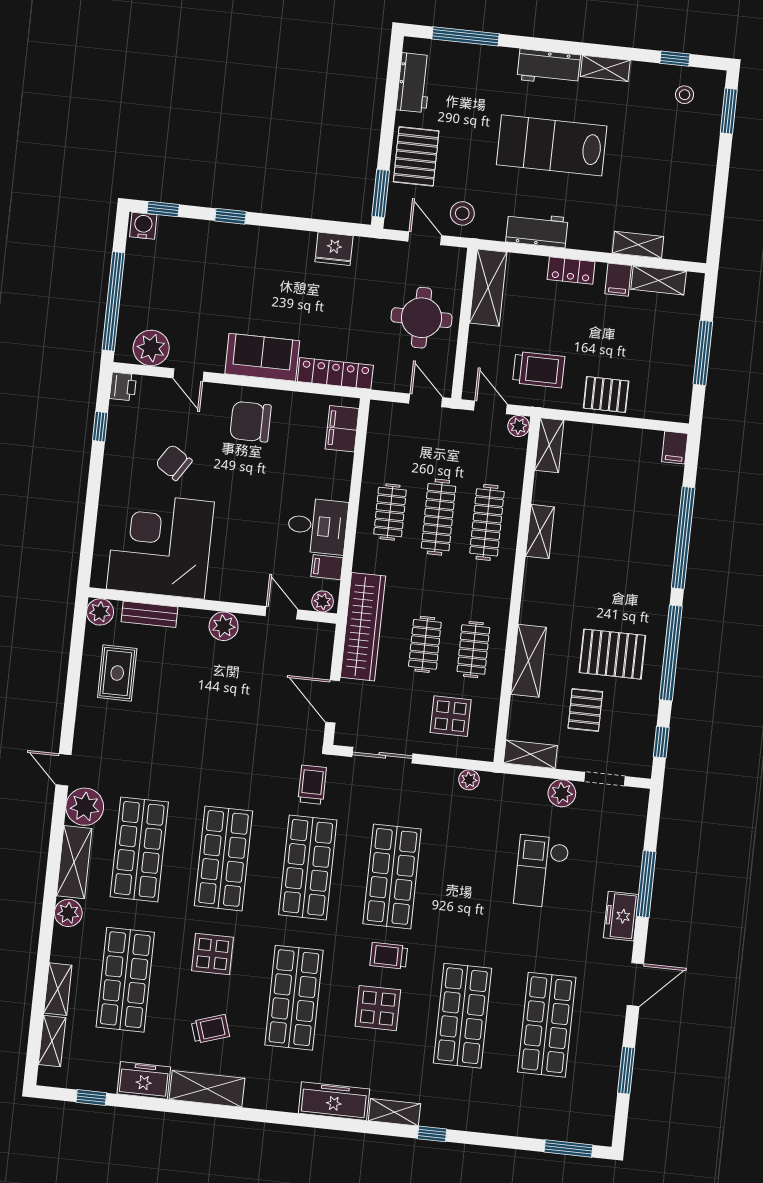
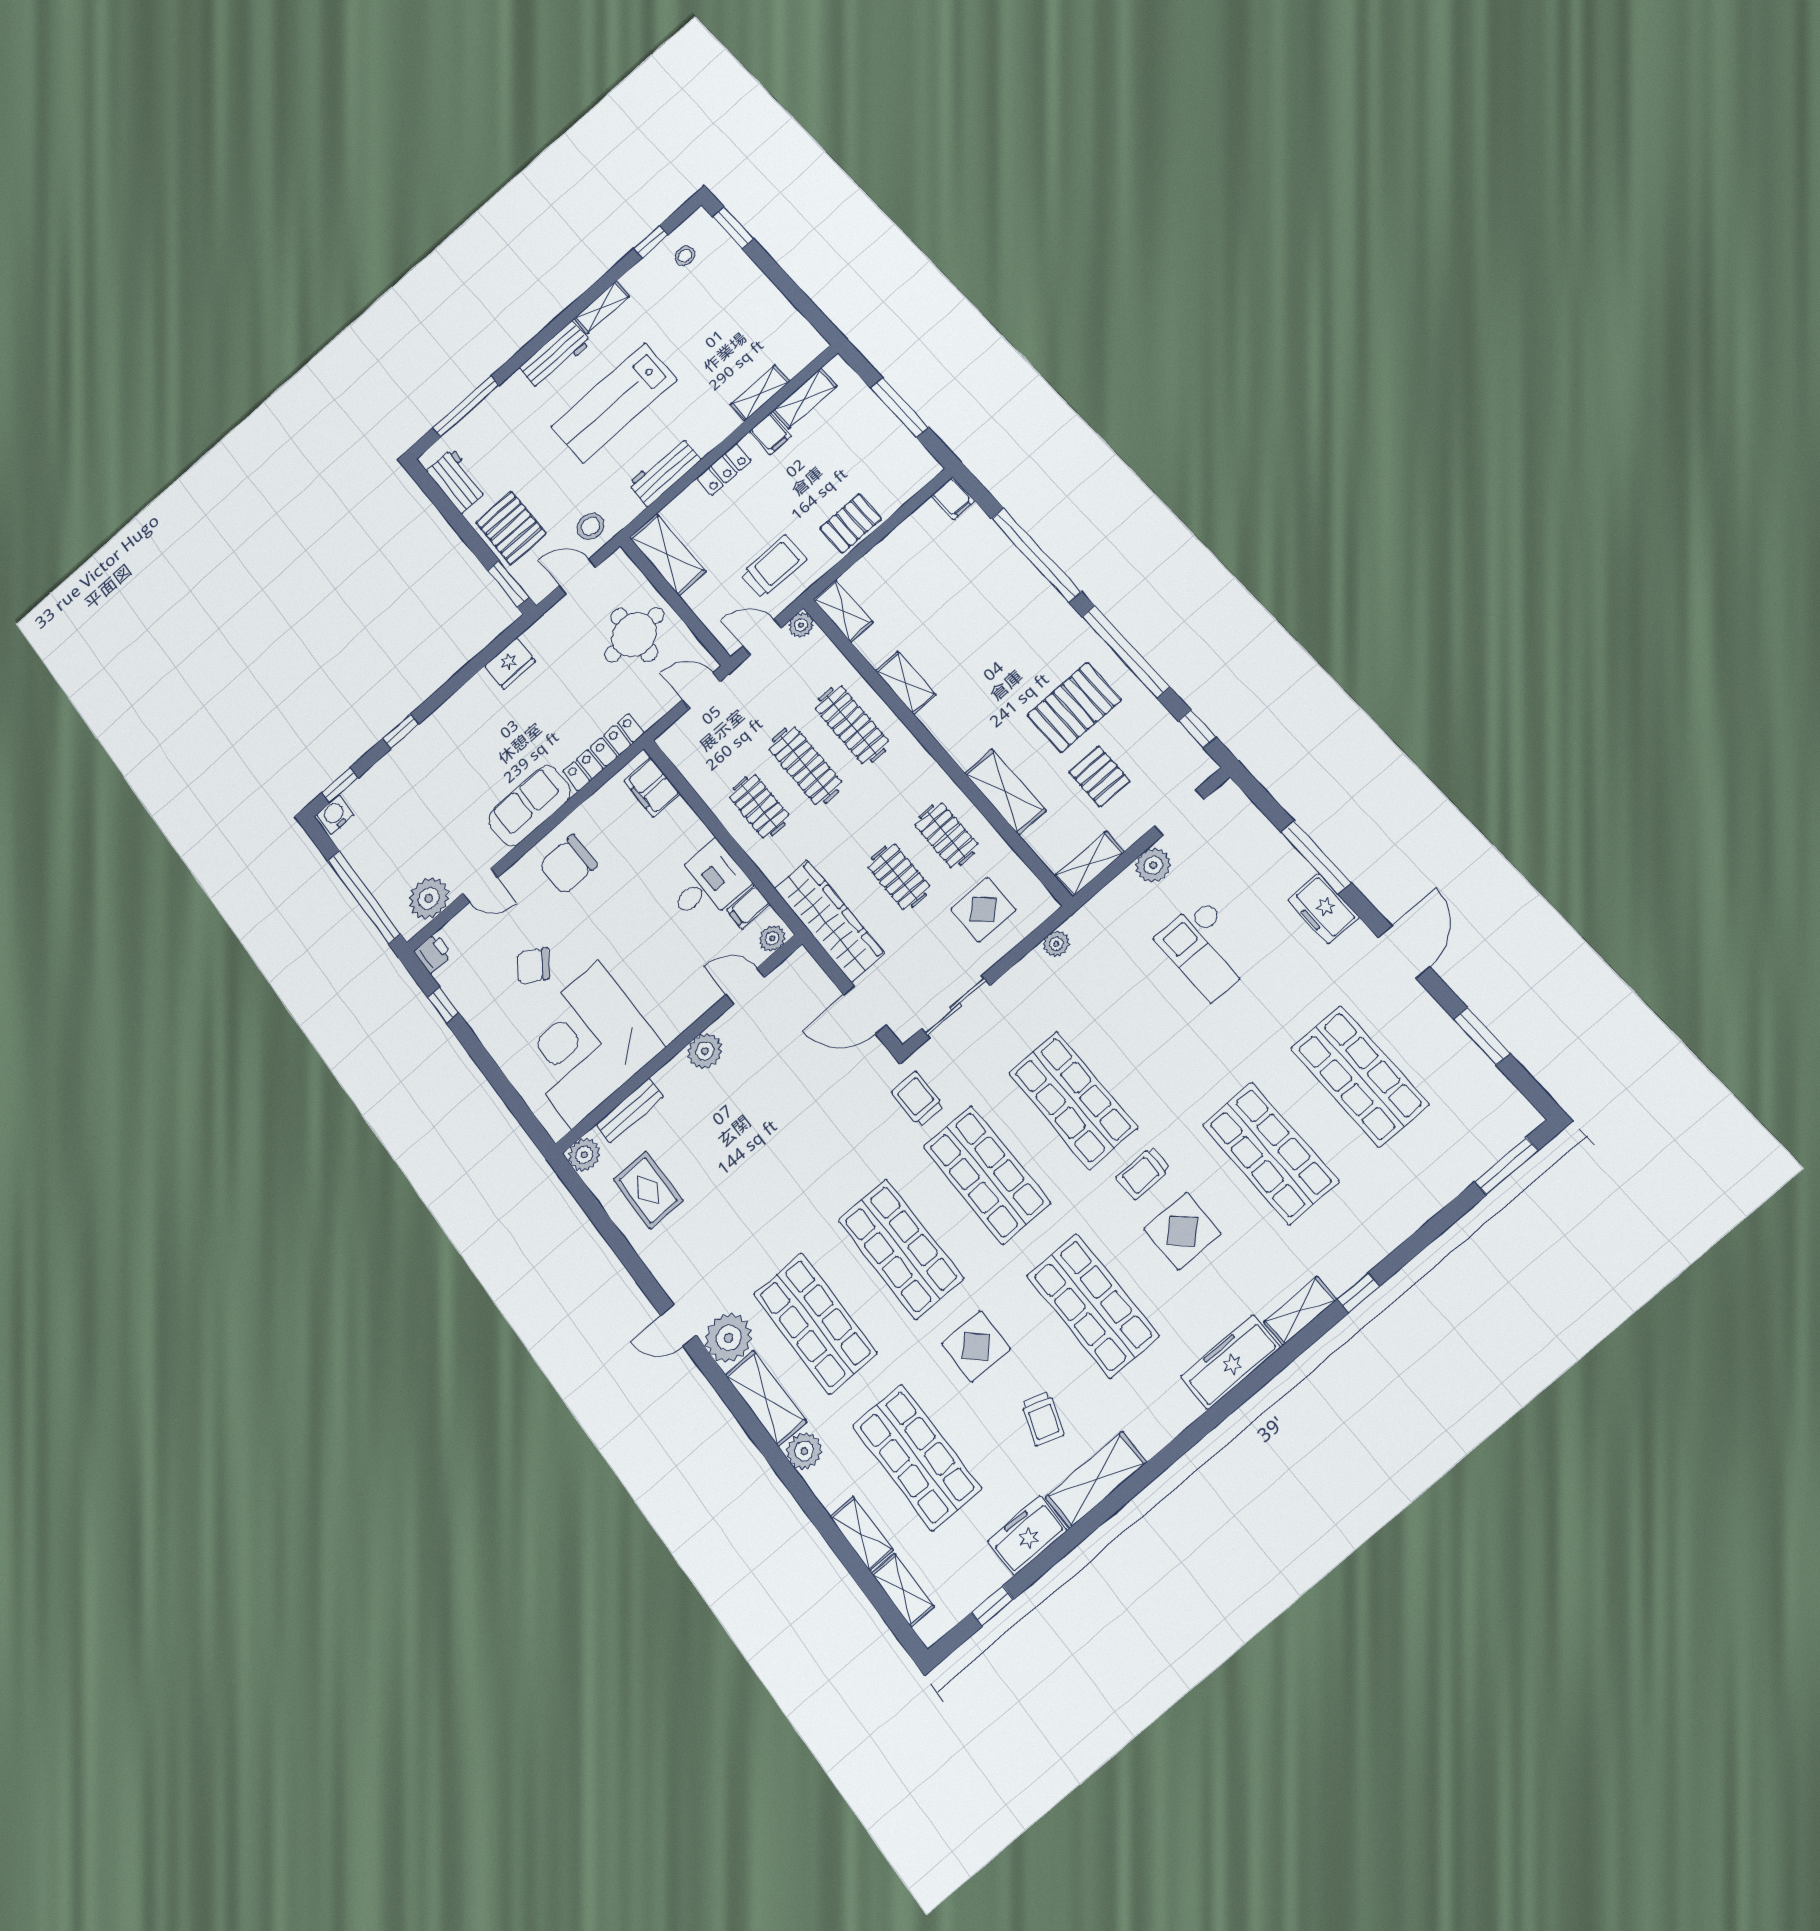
trolley: (210, 1029) -> (1043, 1419), turned 127

